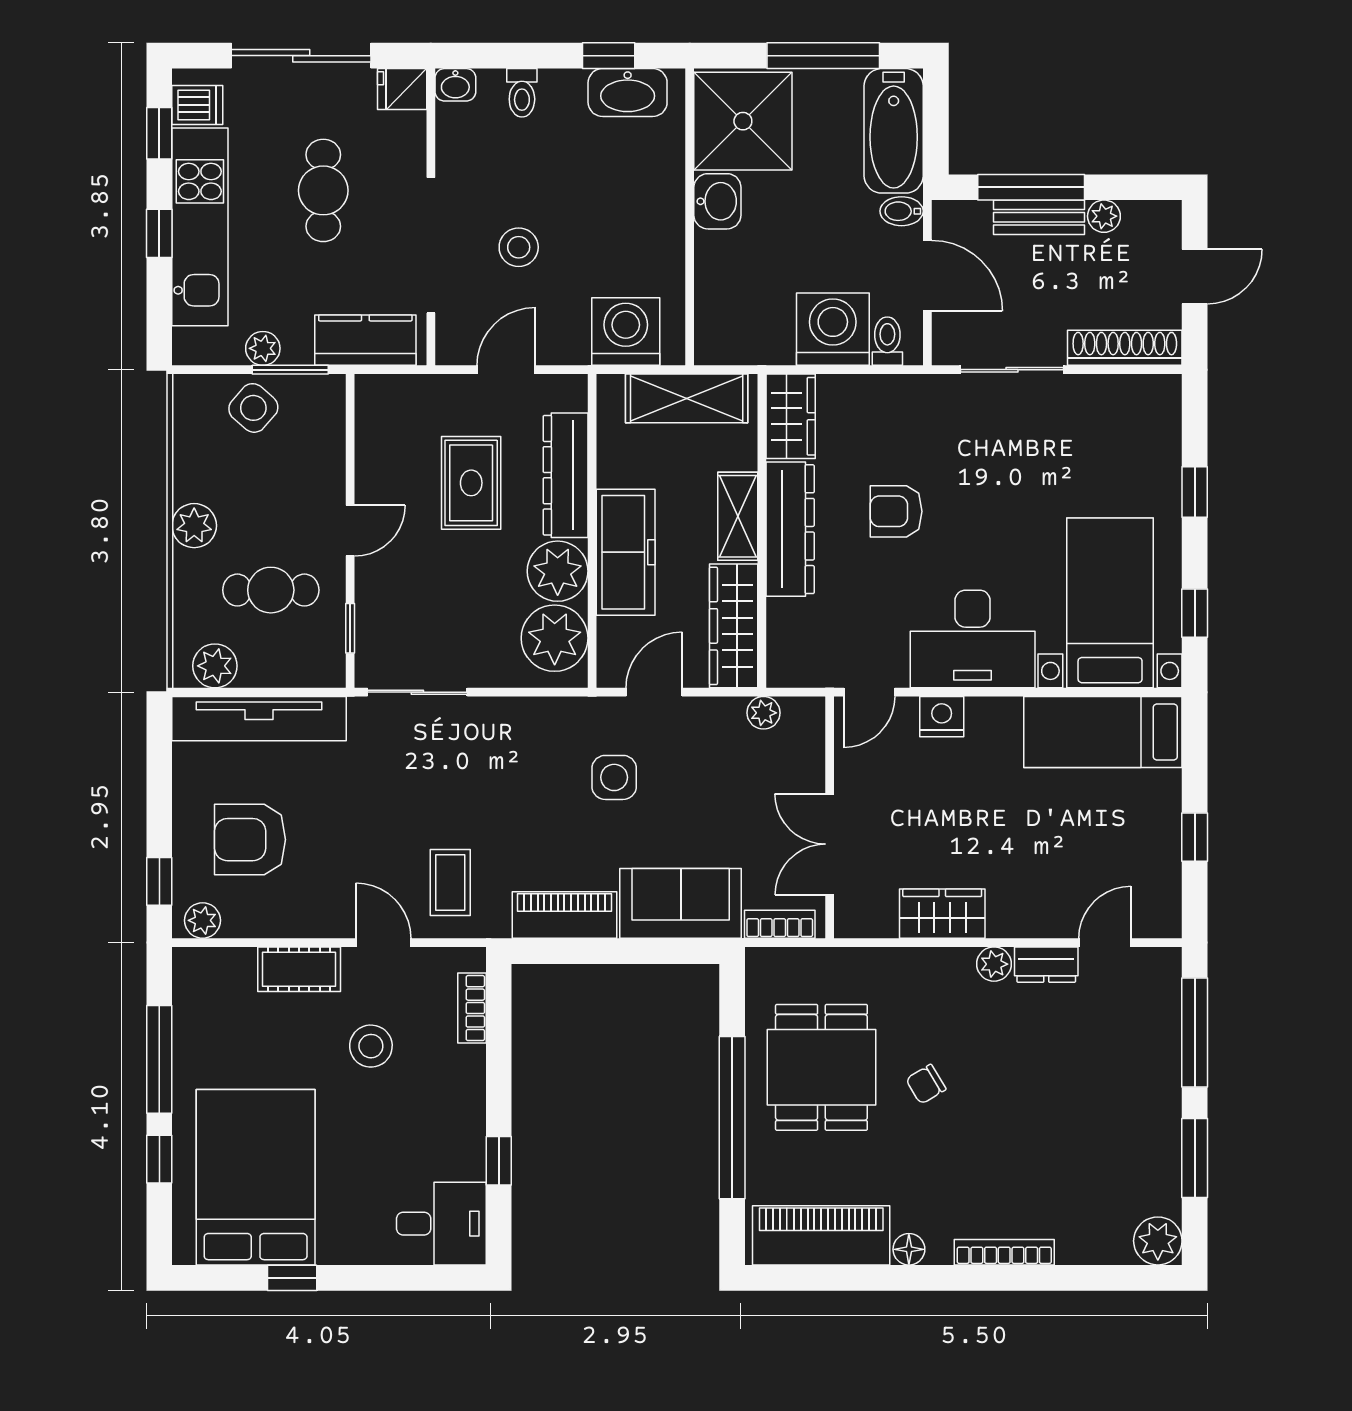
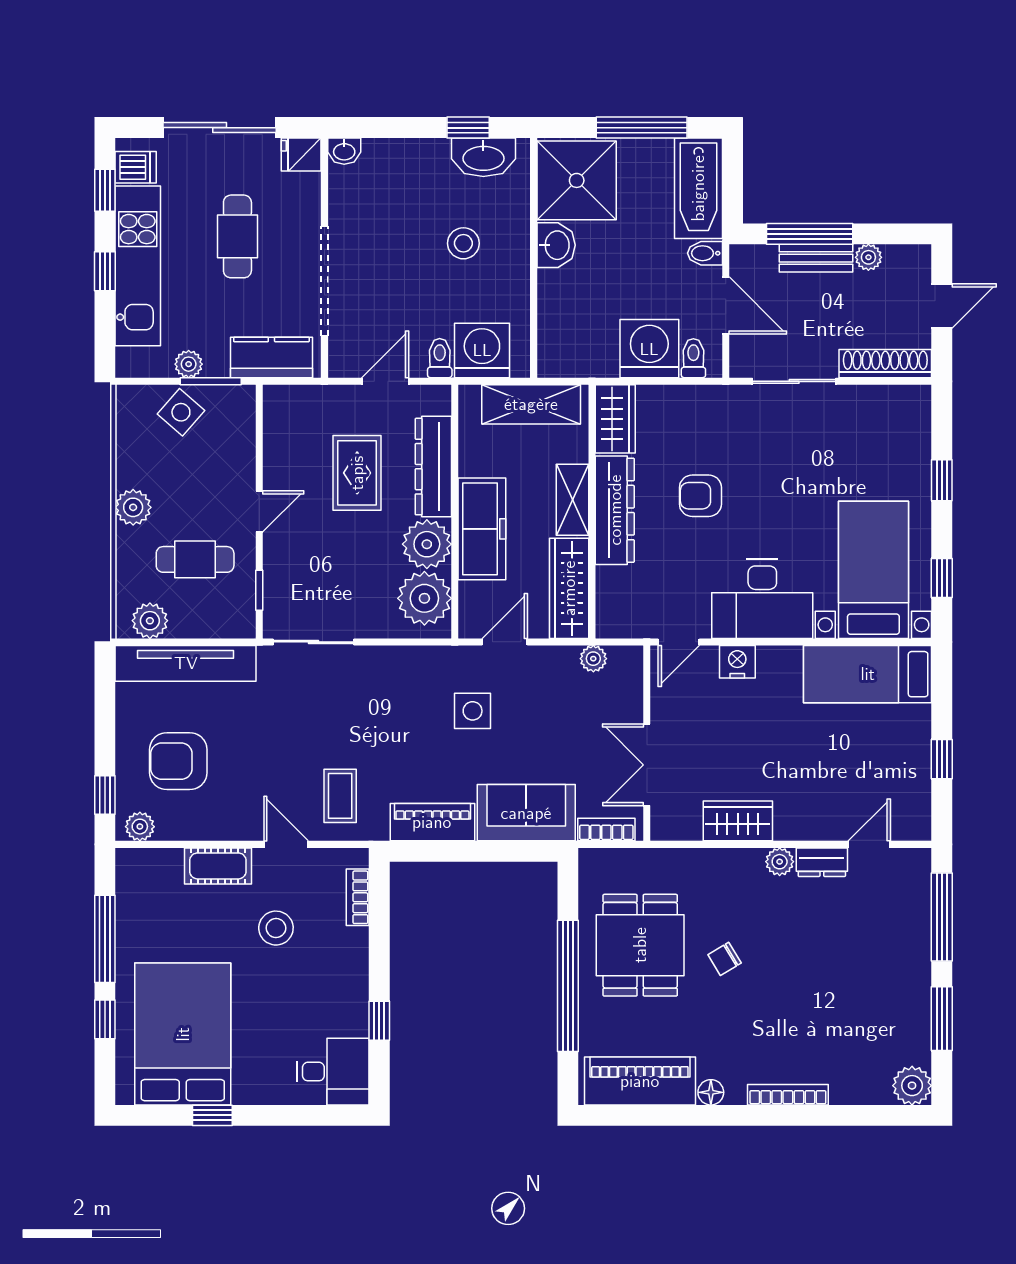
toilet: (522, 93) -> (440, 358), moved, turned 180
stool: (519, 247) -> (463, 243), moved

